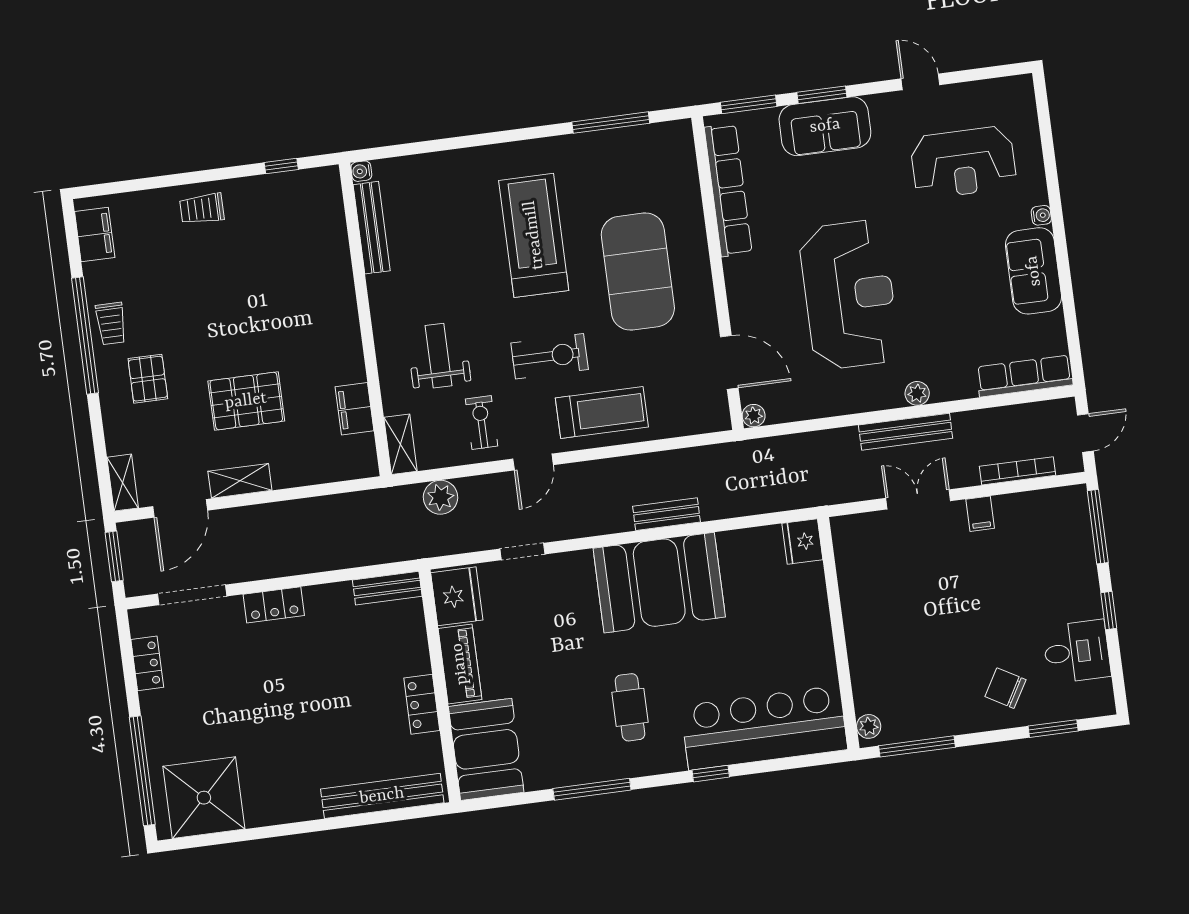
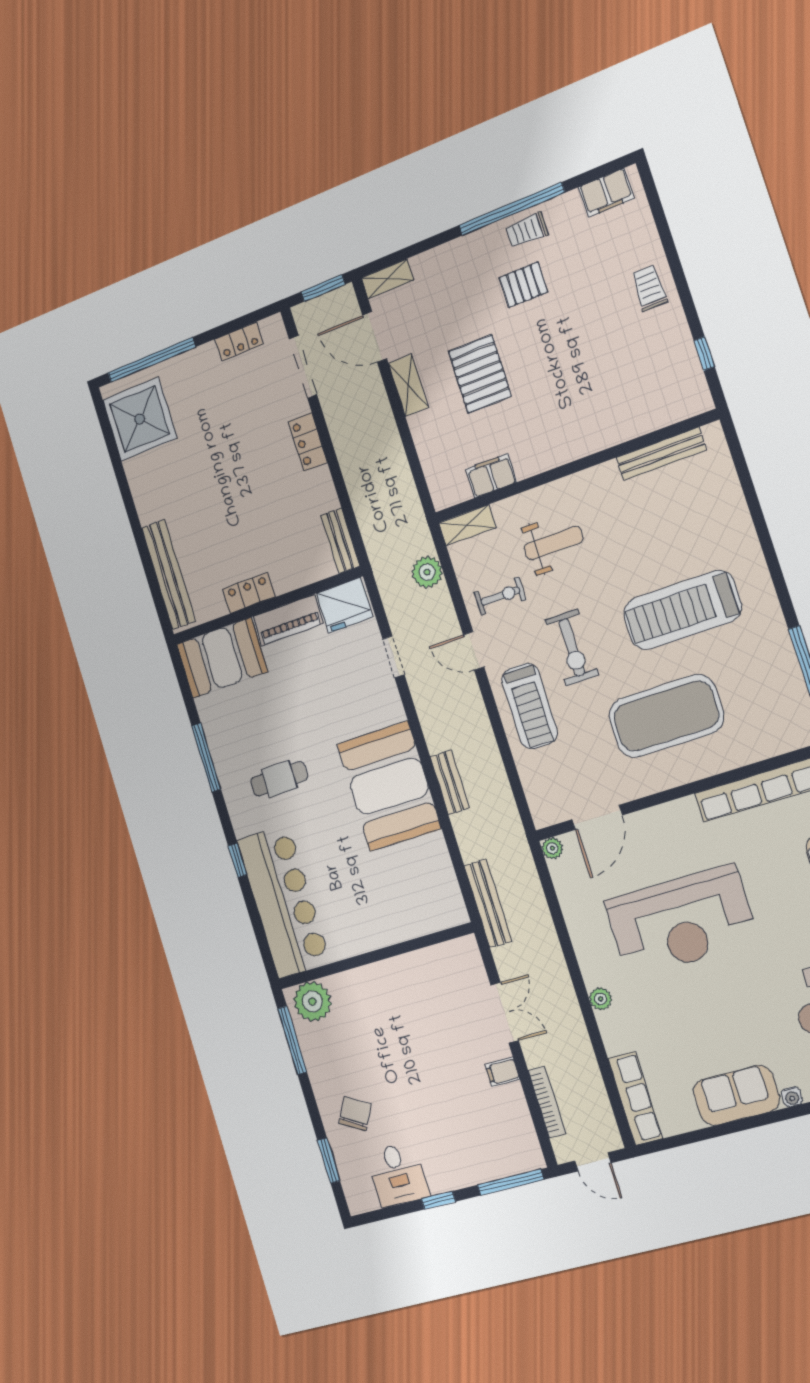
water cooler: (361, 171) -> (713, 432), removed
treadmill: (534, 235) -> (682, 610), turned 180
pallet: (148, 379) -> (523, 285), moved
bench: (906, 432) -> (488, 903), moved
fridge: (802, 541) -> (448, 911), removed
plant: (869, 726) -> (312, 1001), width x1.88, depth x1.88

